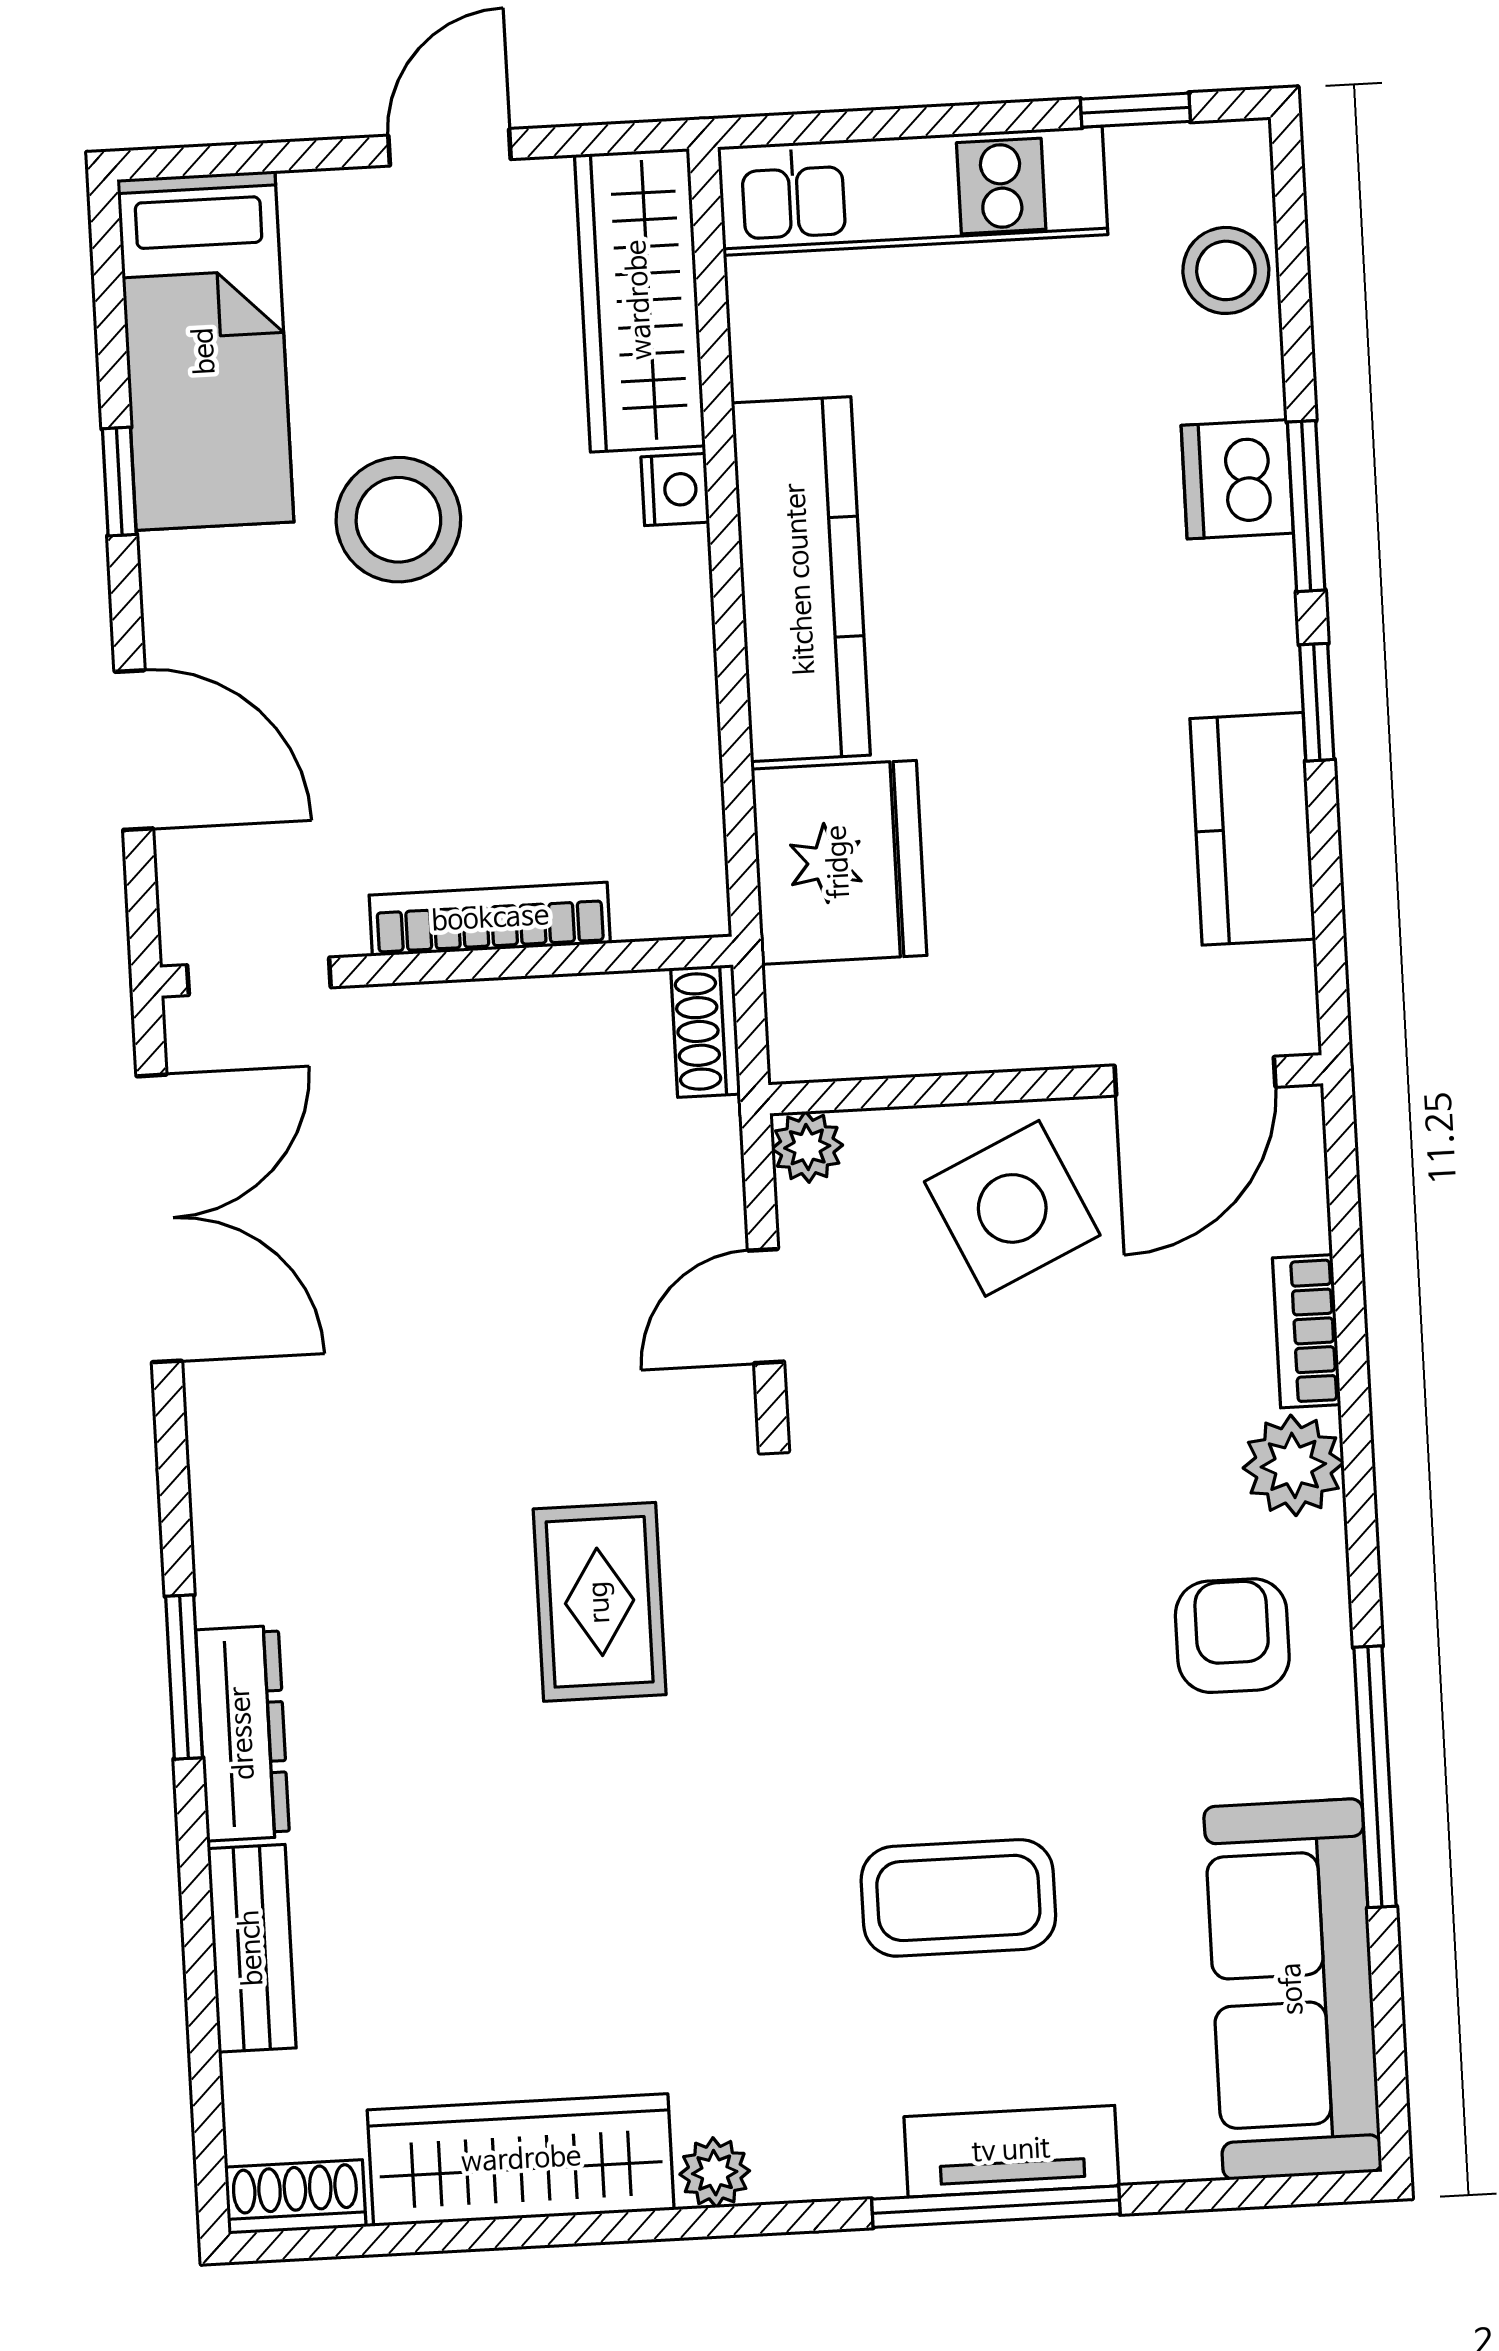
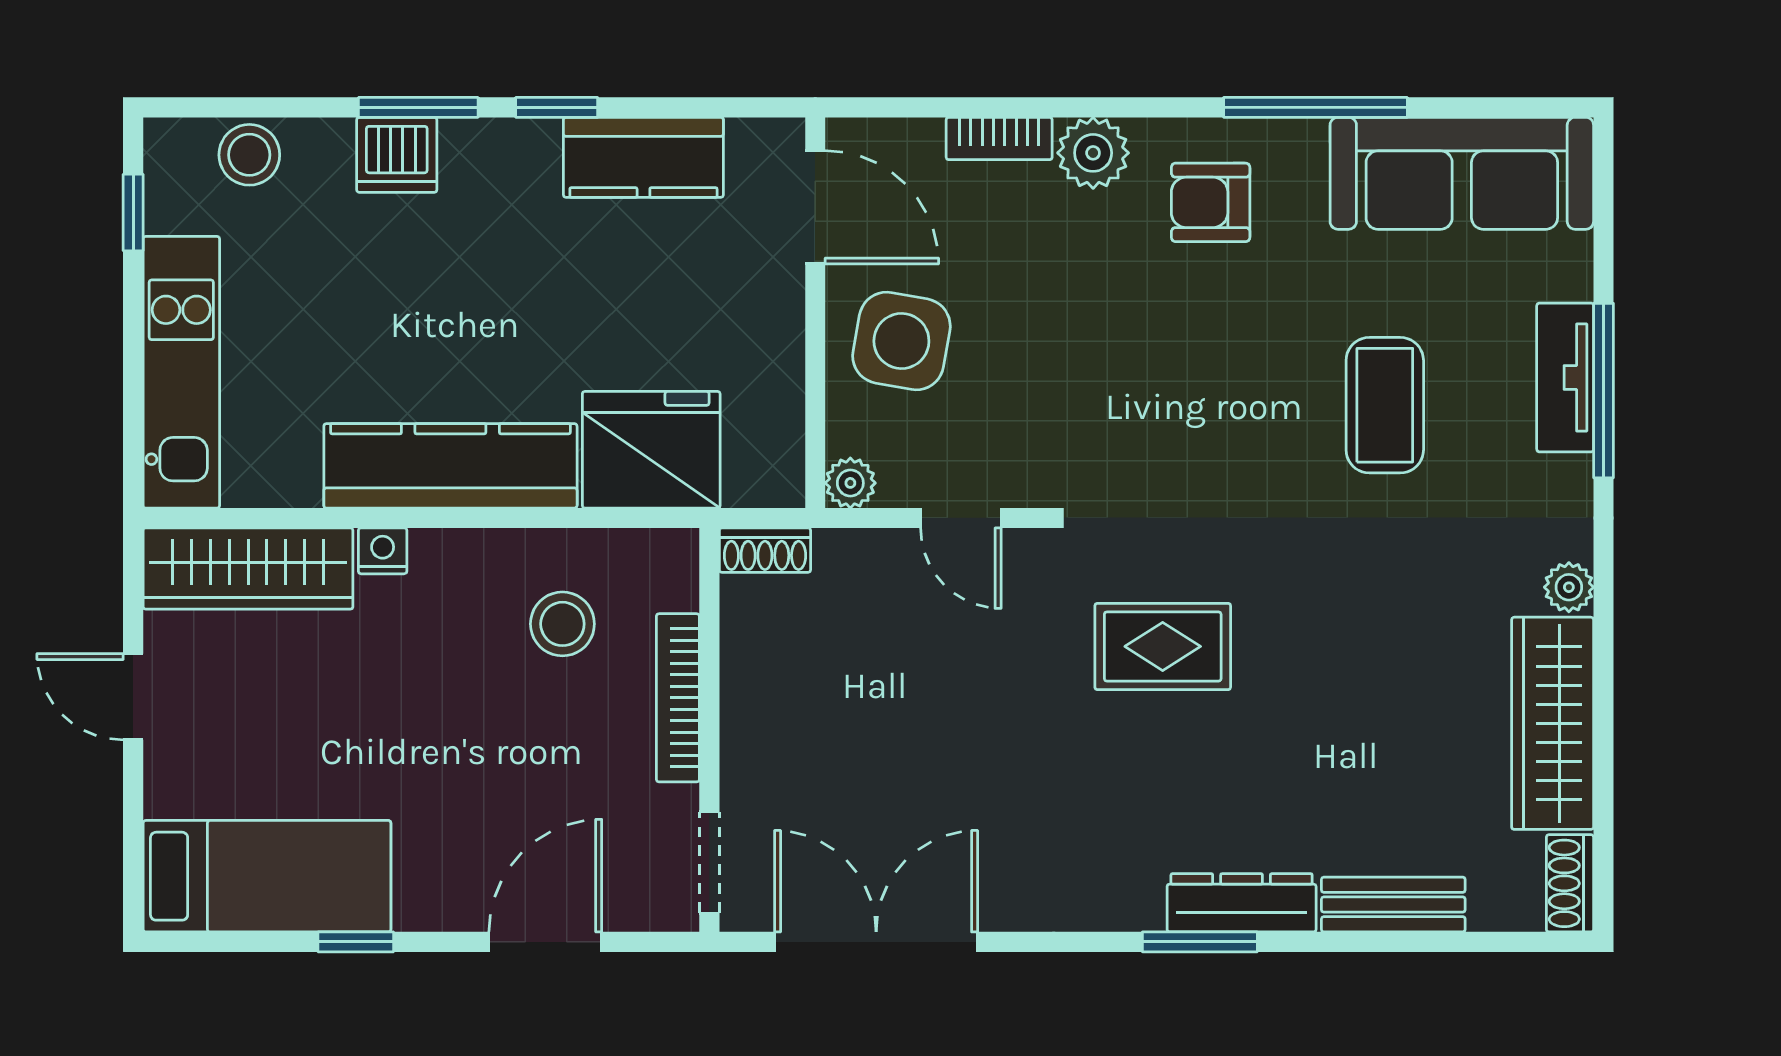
stool: (398, 520) -> (562, 624), moved, width x0.73, depth x0.73
side table: (1012, 1208) -> (901, 341), turned 35

